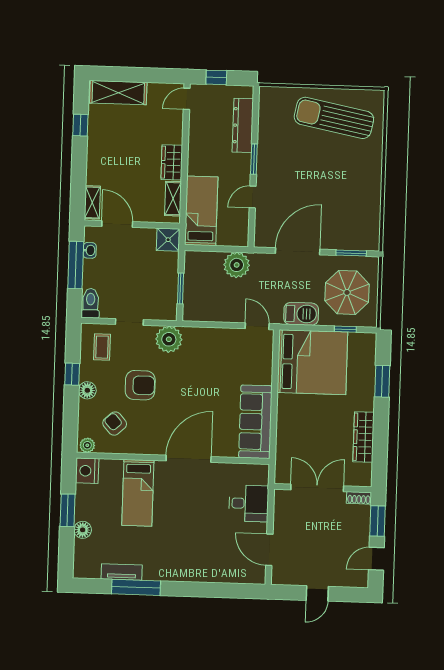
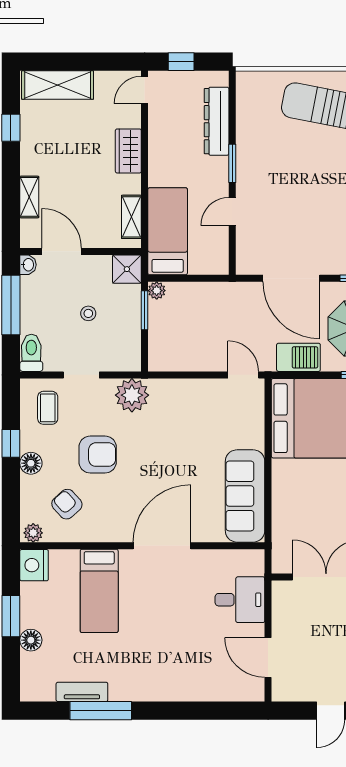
wardrobe: (172, 162) -> (128, 151), moved
shelving: (92, 202) -> (29, 197), moved
washbasin: (90, 250) -> (28, 265), moved
door: (298, 251) -> (291, 278), swing flipped
plant: (237, 265) -> (157, 291), moved, width x0.53, depth x0.53
stool: (137, 274) -> (88, 313), added
window: (180, 288) -> (145, 310), moved

